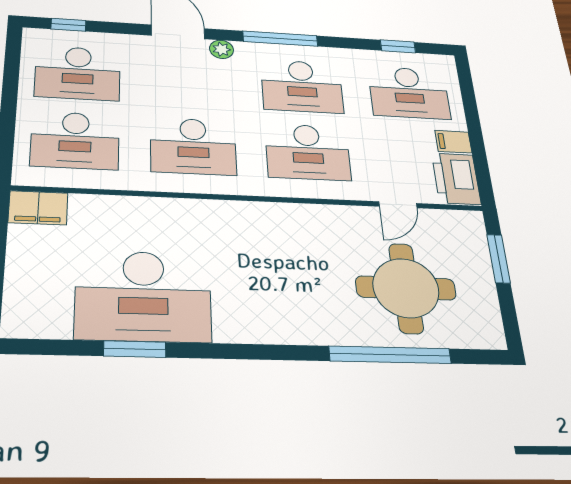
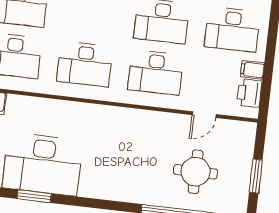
printer: (456, 179) -> (249, 93), width x0.73, depth x0.84
window: (499, 259) -> (256, 176), moved
round table: (406, 288) -> (196, 172), width x0.73, depth x0.73

